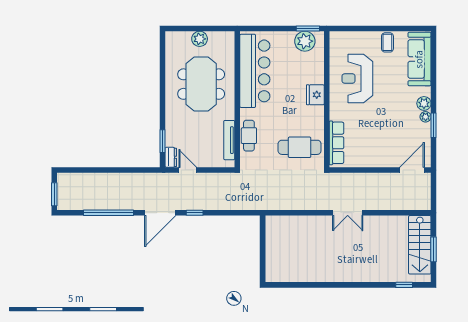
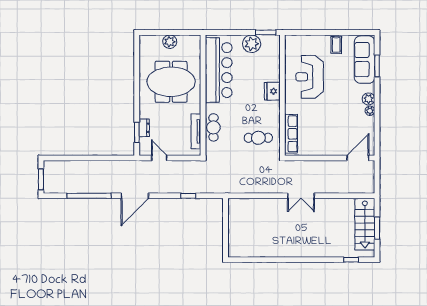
plant: (305, 41) -> (252, 44), moved
meeting table: (201, 84) -> (171, 82), turned 90
window: (434, 125) -> (377, 66), moved
cafe table: (300, 147) -> (258, 138), width x0.73, depth x0.74
dresser: (171, 157) -> (144, 128), moved
window: (195, 213) -> (188, 196), moved

